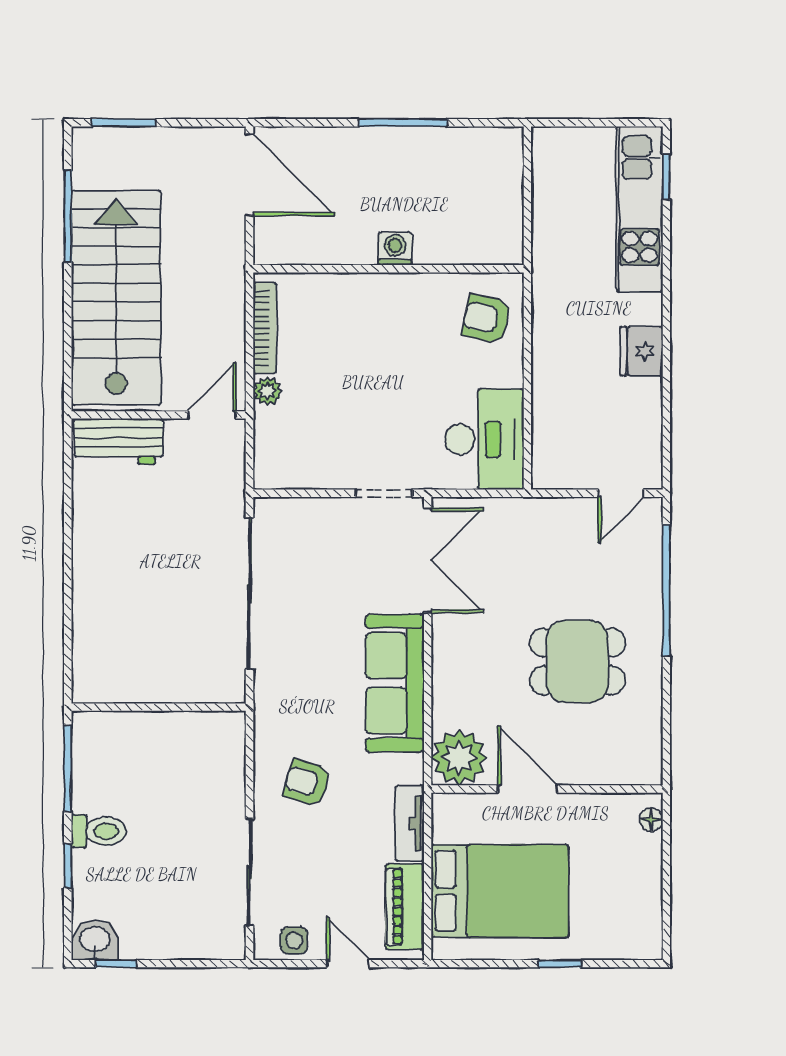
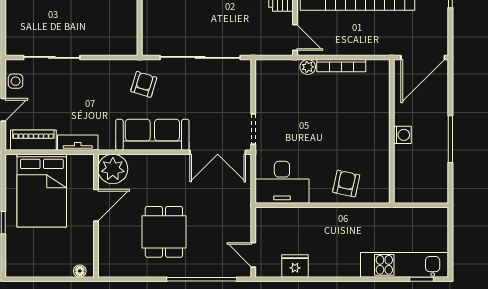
washing machine: (395, 249) -> (402, 135), moved
wall: (388, 269) -> (392, 131), moved
fridge: (642, 351) -> (295, 266), moved
armchair: (307, 783) -> (144, 84), moved

